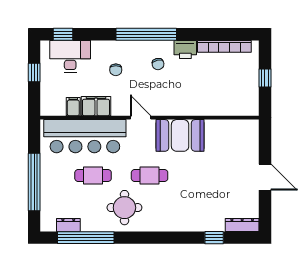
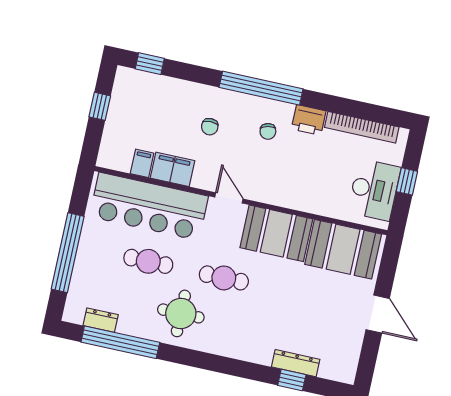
desk: (70, 56) -> (374, 190), moved, turned 90
booth: (230, 136) -> (343, 249), added
dresser: (242, 225) -> (296, 363), moved

